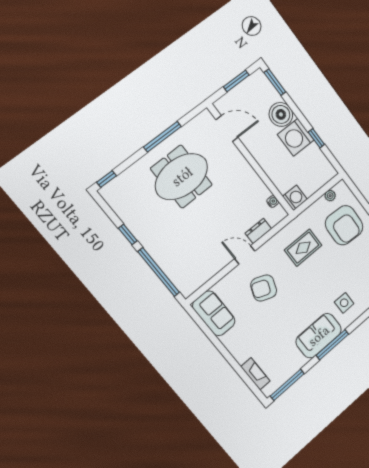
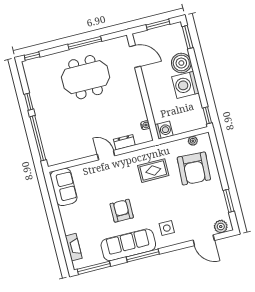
window: (316, 138) -> (207, 115), moved
armchair: (264, 288) -> (122, 211), moved, turned 69
sofa: (319, 336) -> (128, 245), width x1.36

